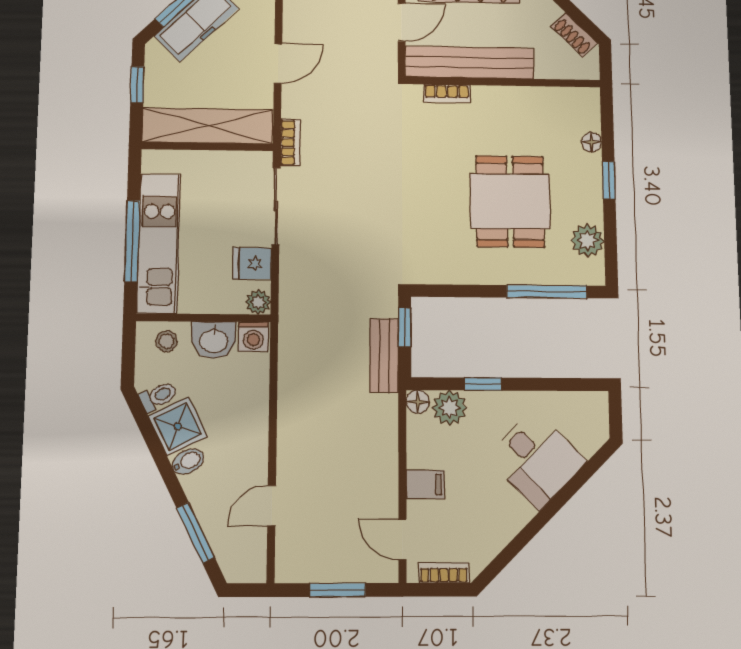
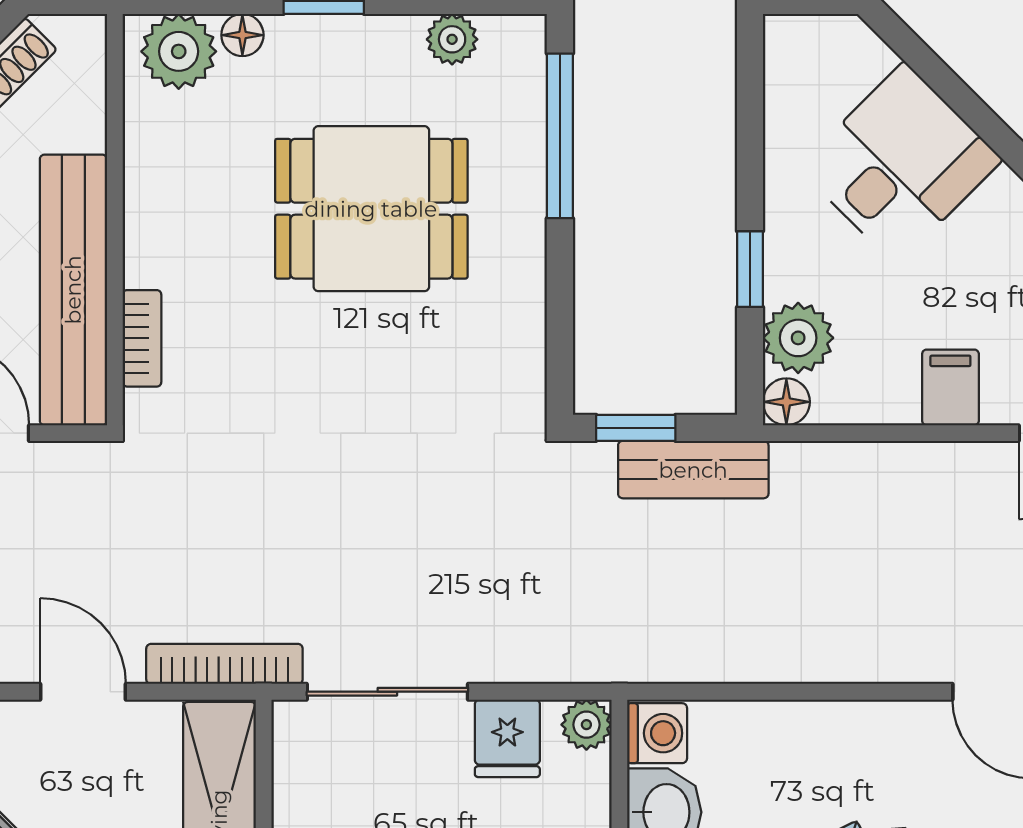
plant: (583, 113) -> (179, 51), added
bookcase: (290, 143) -> (224, 664), width x1.56
plant: (588, 240) -> (452, 39), width x0.73, depth x0.73

